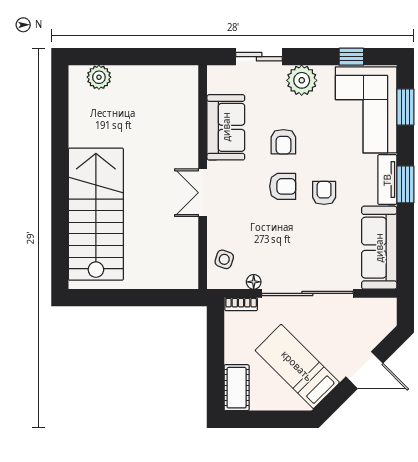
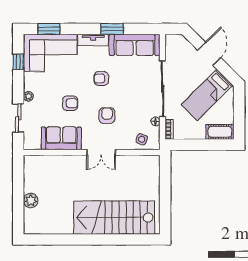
plant: (99, 77) -> (31, 200), moved
plant: (302, 80) -> (28, 96), width x0.53, depth x0.53
window: (405, 184) -> (112, 29), moved
armchair: (283, 186) -> (107, 116), moved

